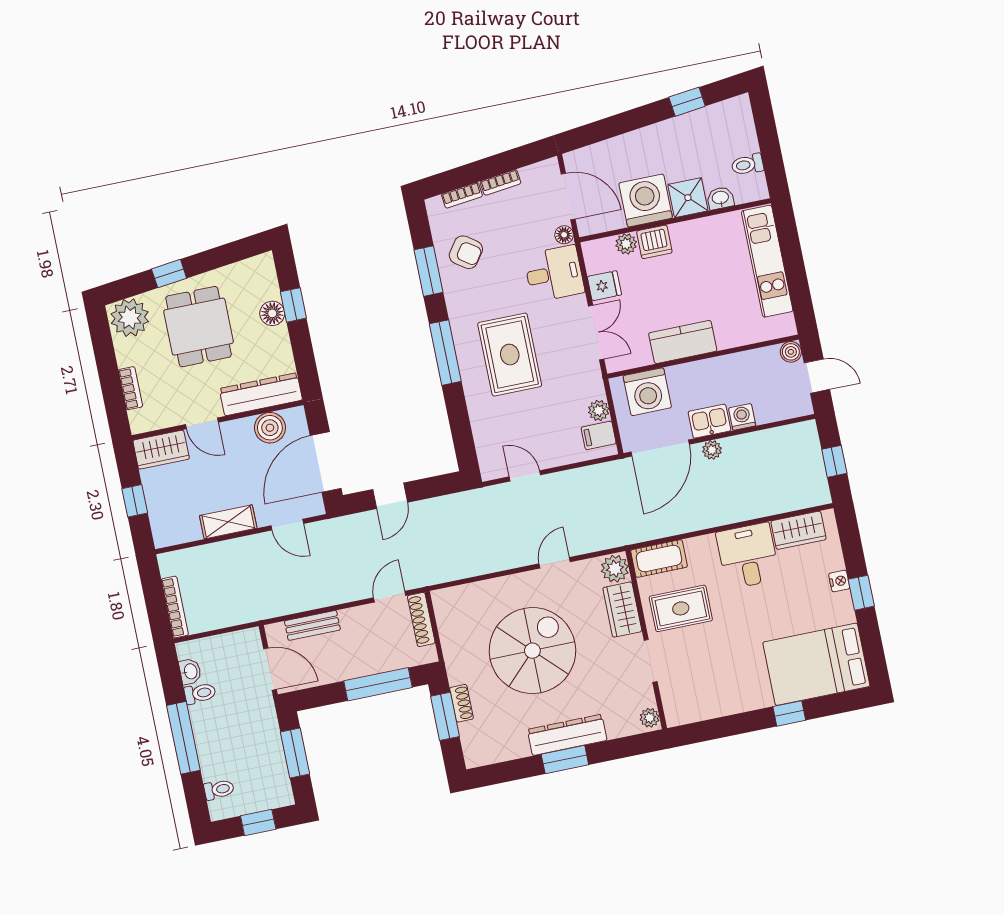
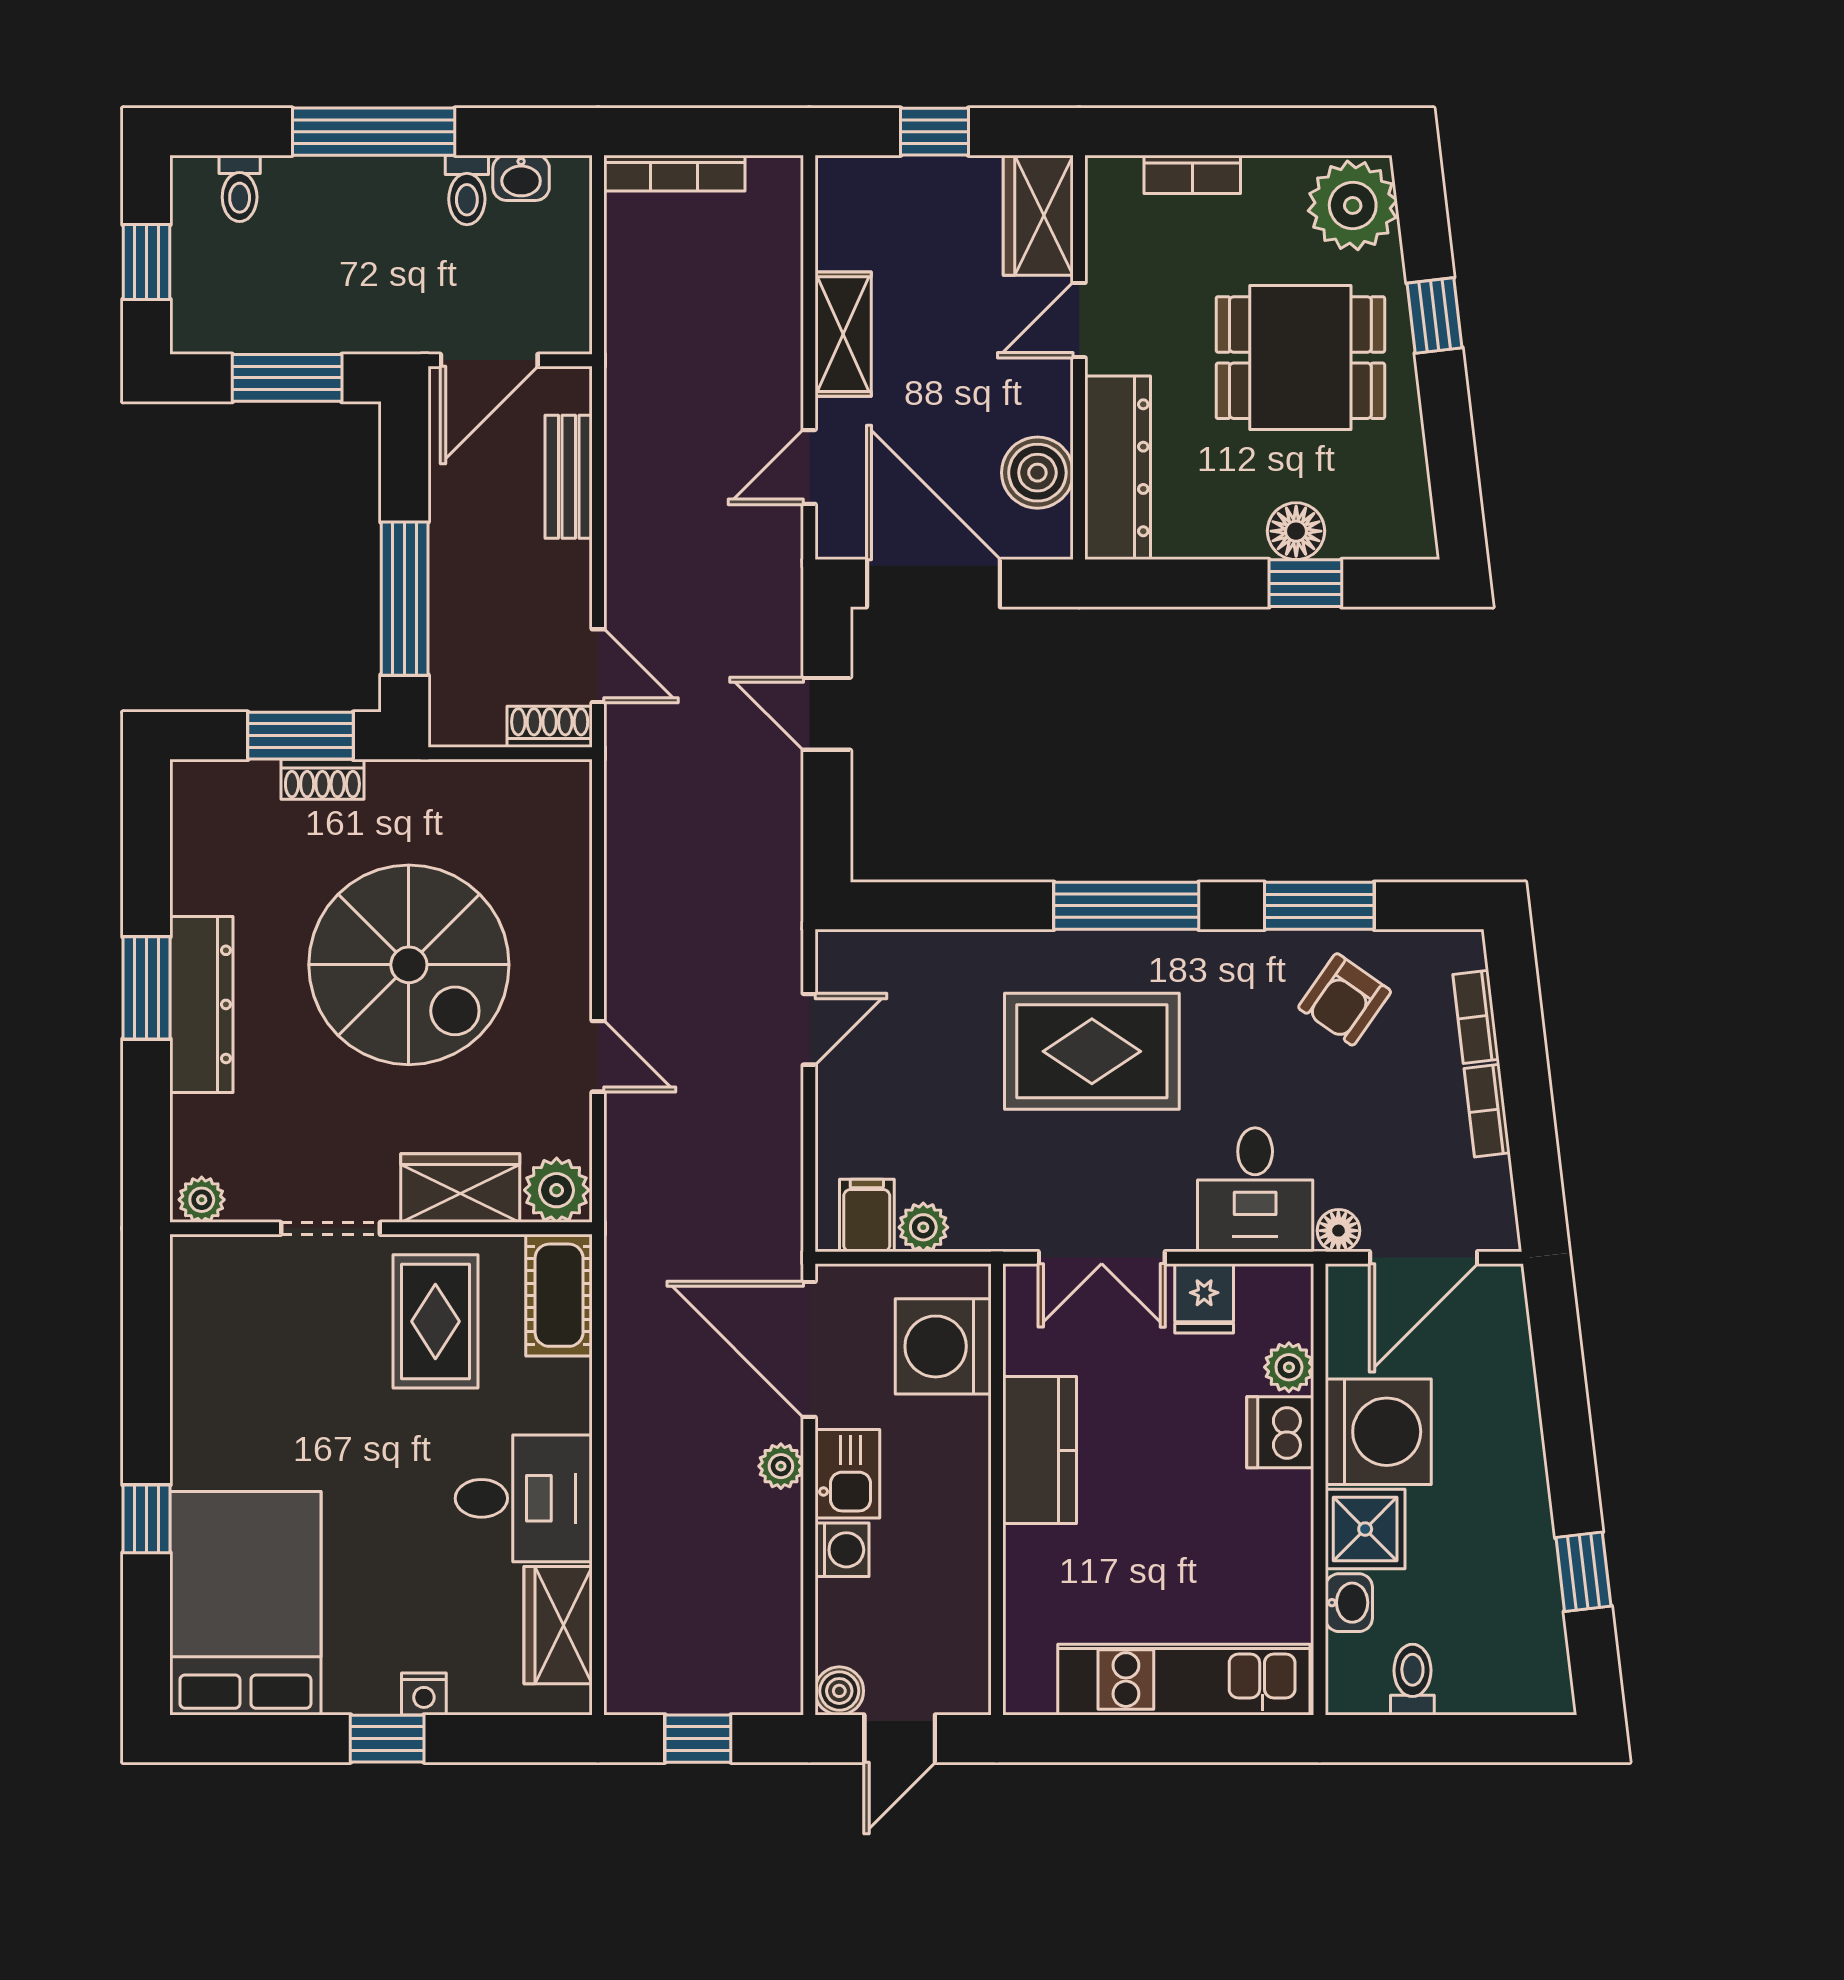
boiler: (791, 352) -> (839, 1691), moved
shoe rack: (421, 619) -> (550, 727), width x0.70

